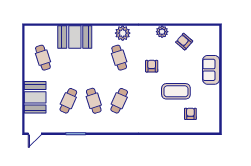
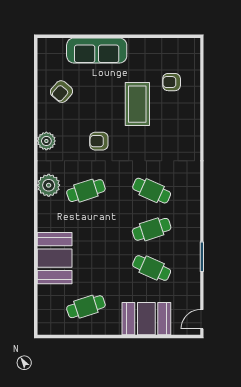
plant: (162, 32) -> (46, 141), moved
sofa: (211, 70) -> (97, 51), width x1.36
door: (35, 134) -> (202, 319), swing flipped

